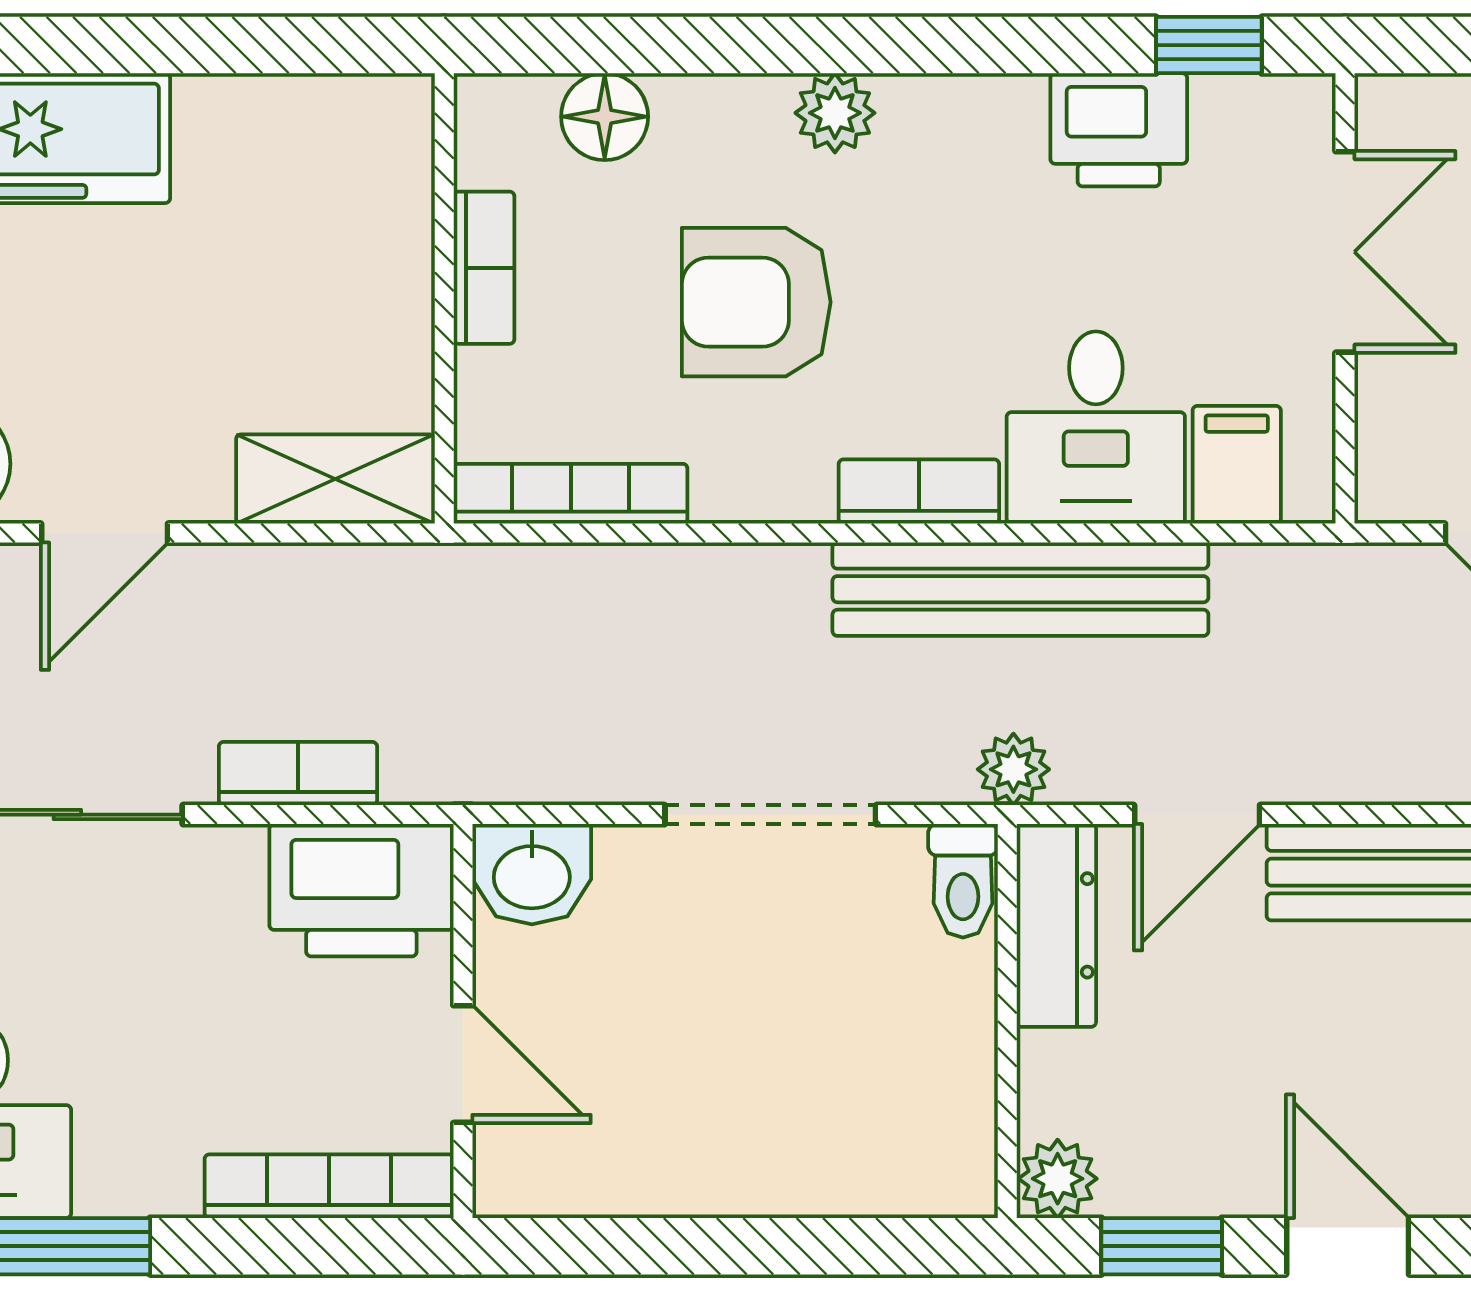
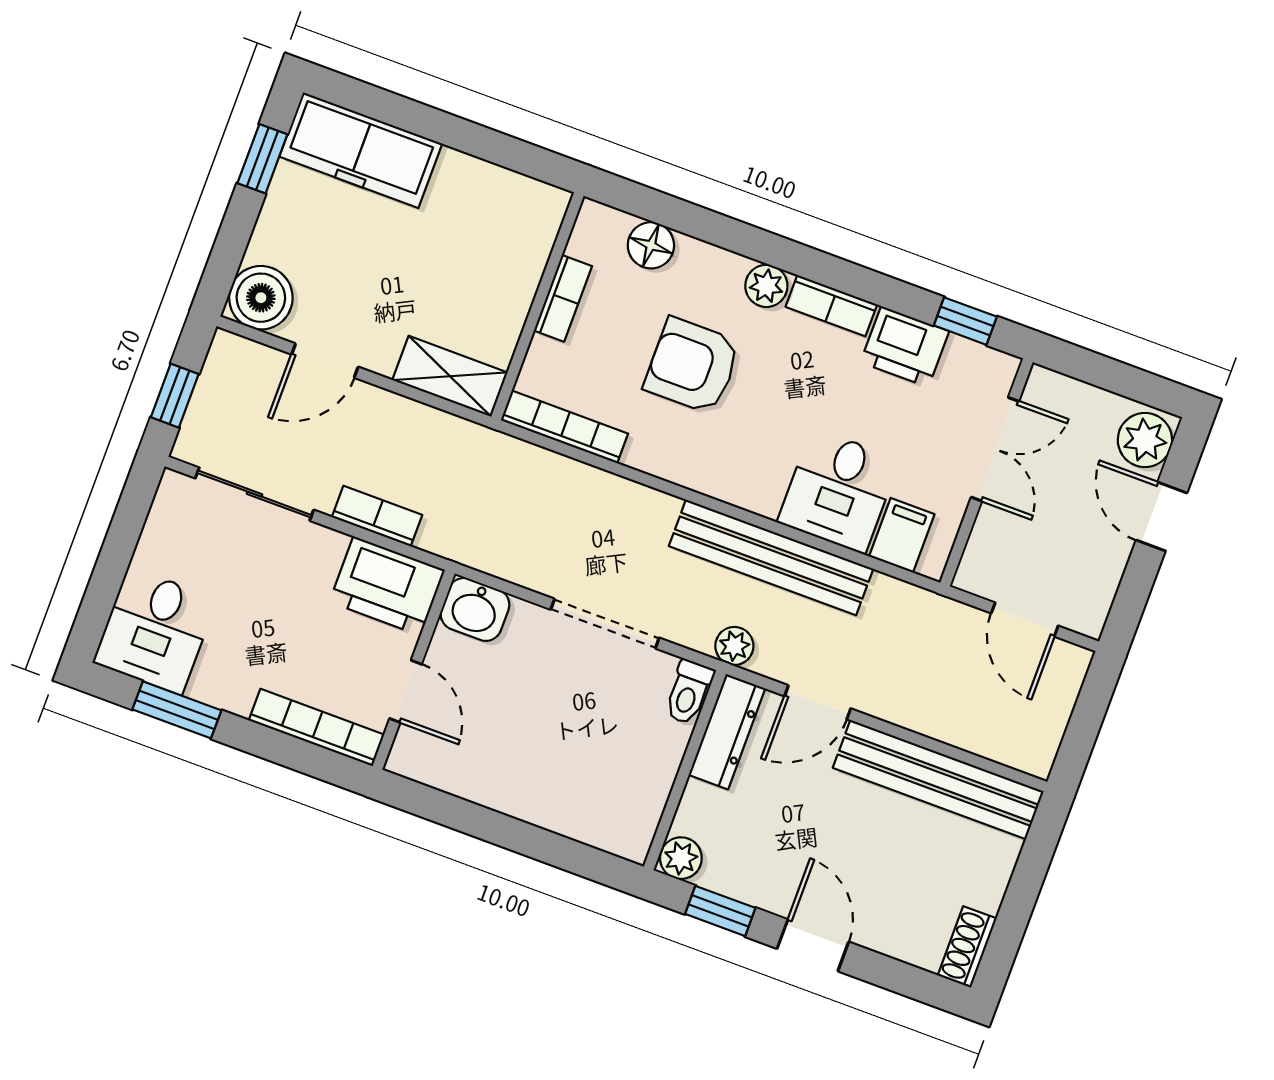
bookcase: (919, 492) -> (831, 306), moved, turned 180

